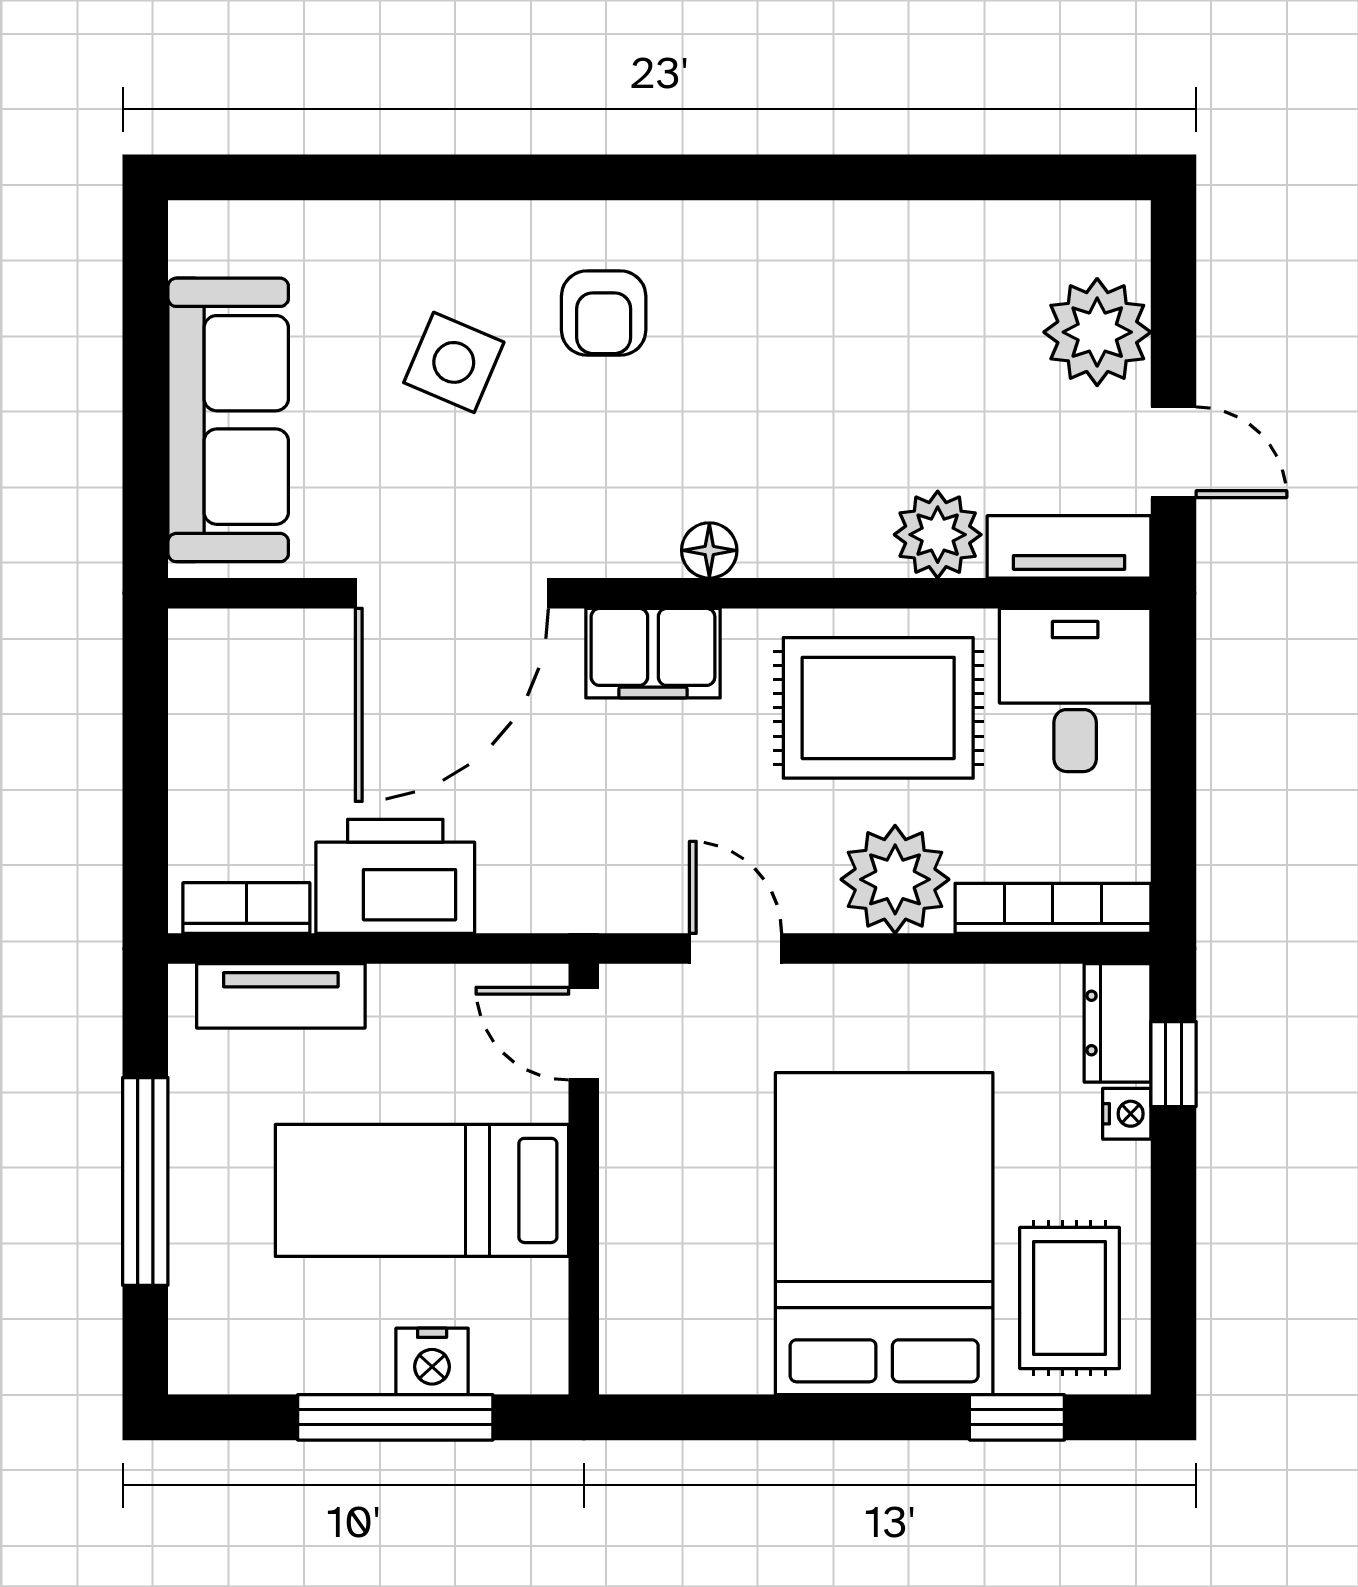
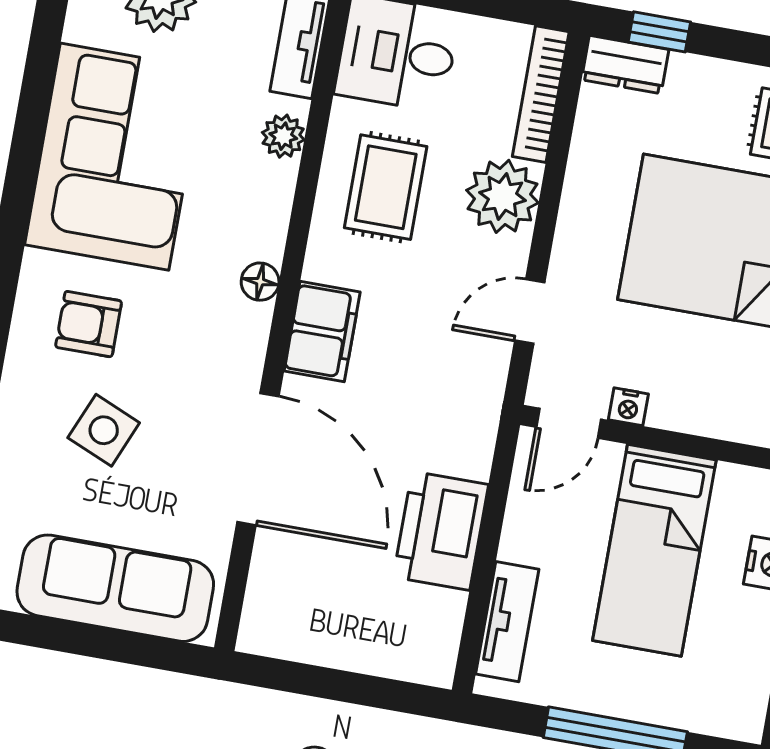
corner sofa: (852, 308) -> (115, 157), added
armchair: (604, 313) -> (89, 324), turned 180
plant: (938, 535) -> (283, 136), width x0.73, depth x0.73
rug: (878, 708) -> (386, 187), width x0.73, depth x0.70
bookcase: (246, 908) -> (444, 634), removed
nightstand: (1127, 1114) -> (628, 407), moved, turned 180

